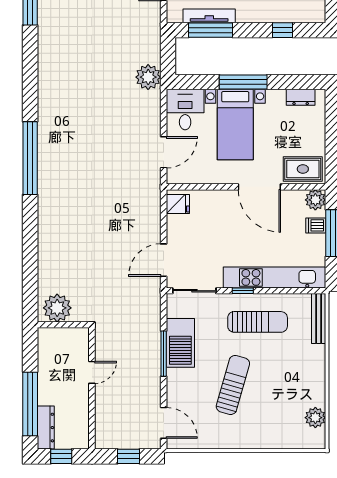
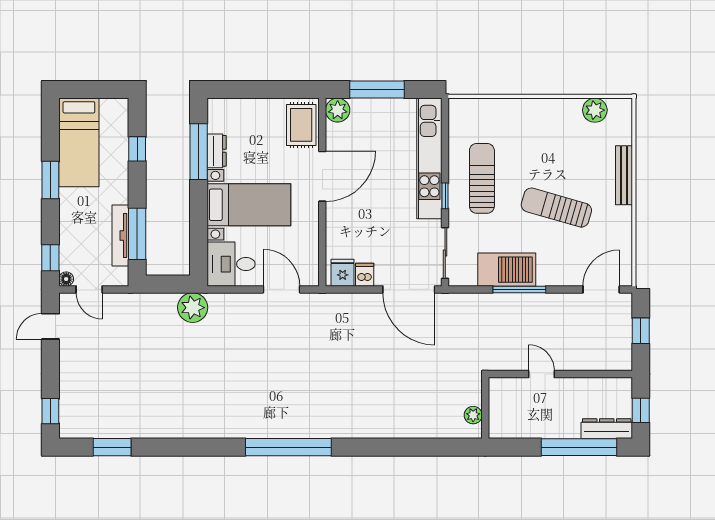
window: (243, 82) -> (199, 152), moved
dresser: (301, 97) -> (217, 151), moved
dishwasher: (316, 225) -> (365, 275), moved, turned 180
door: (164, 260) -> (409, 289), width x1.36
plant: (57, 308) -> (473, 415), width x0.53, depth x0.53
bench: (319, 319) -> (624, 175), moved, turned 90

